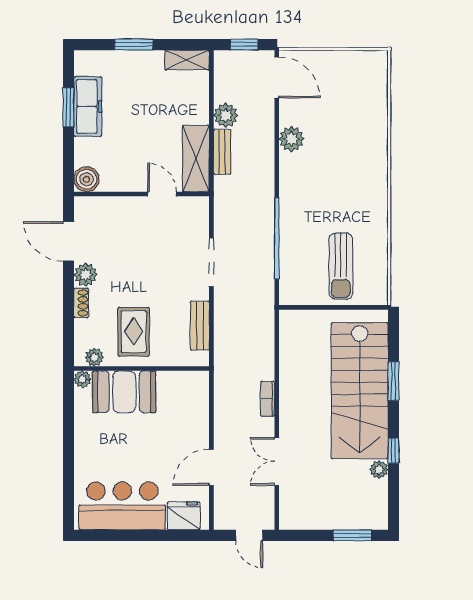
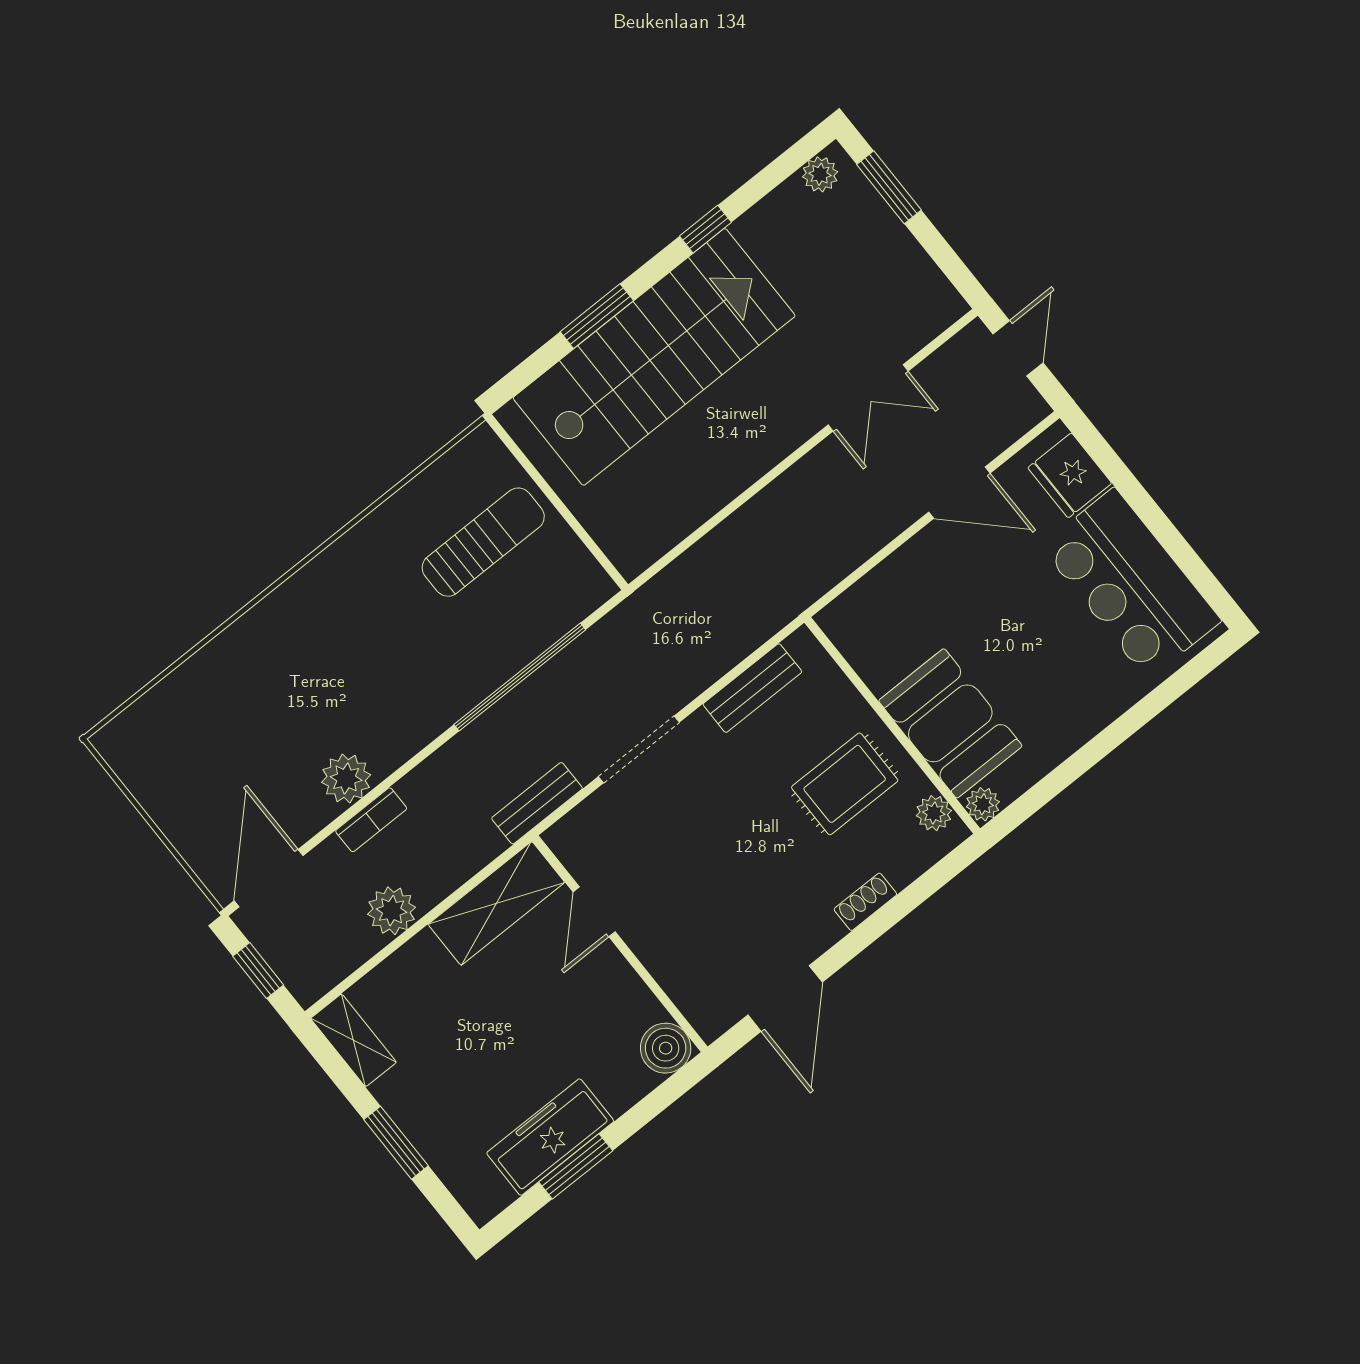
bench: (222, 152) -> (537, 803), moved
plant: (86, 275) -> (816, 930), removed
bookcase: (268, 399) -> (371, 820), moved
plant: (379, 470) -> (820, 174), moved

